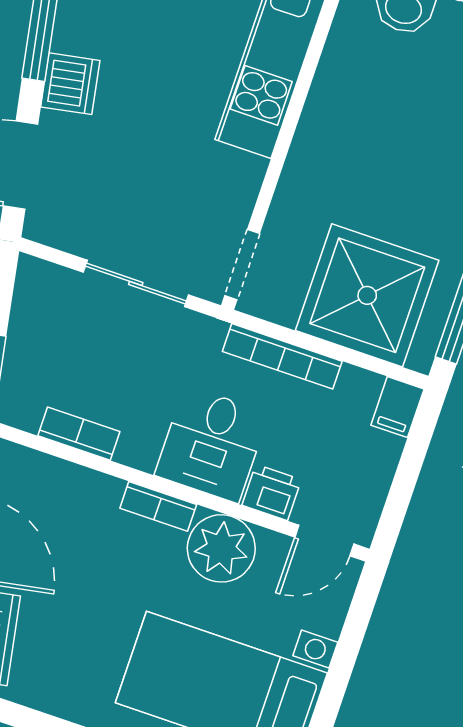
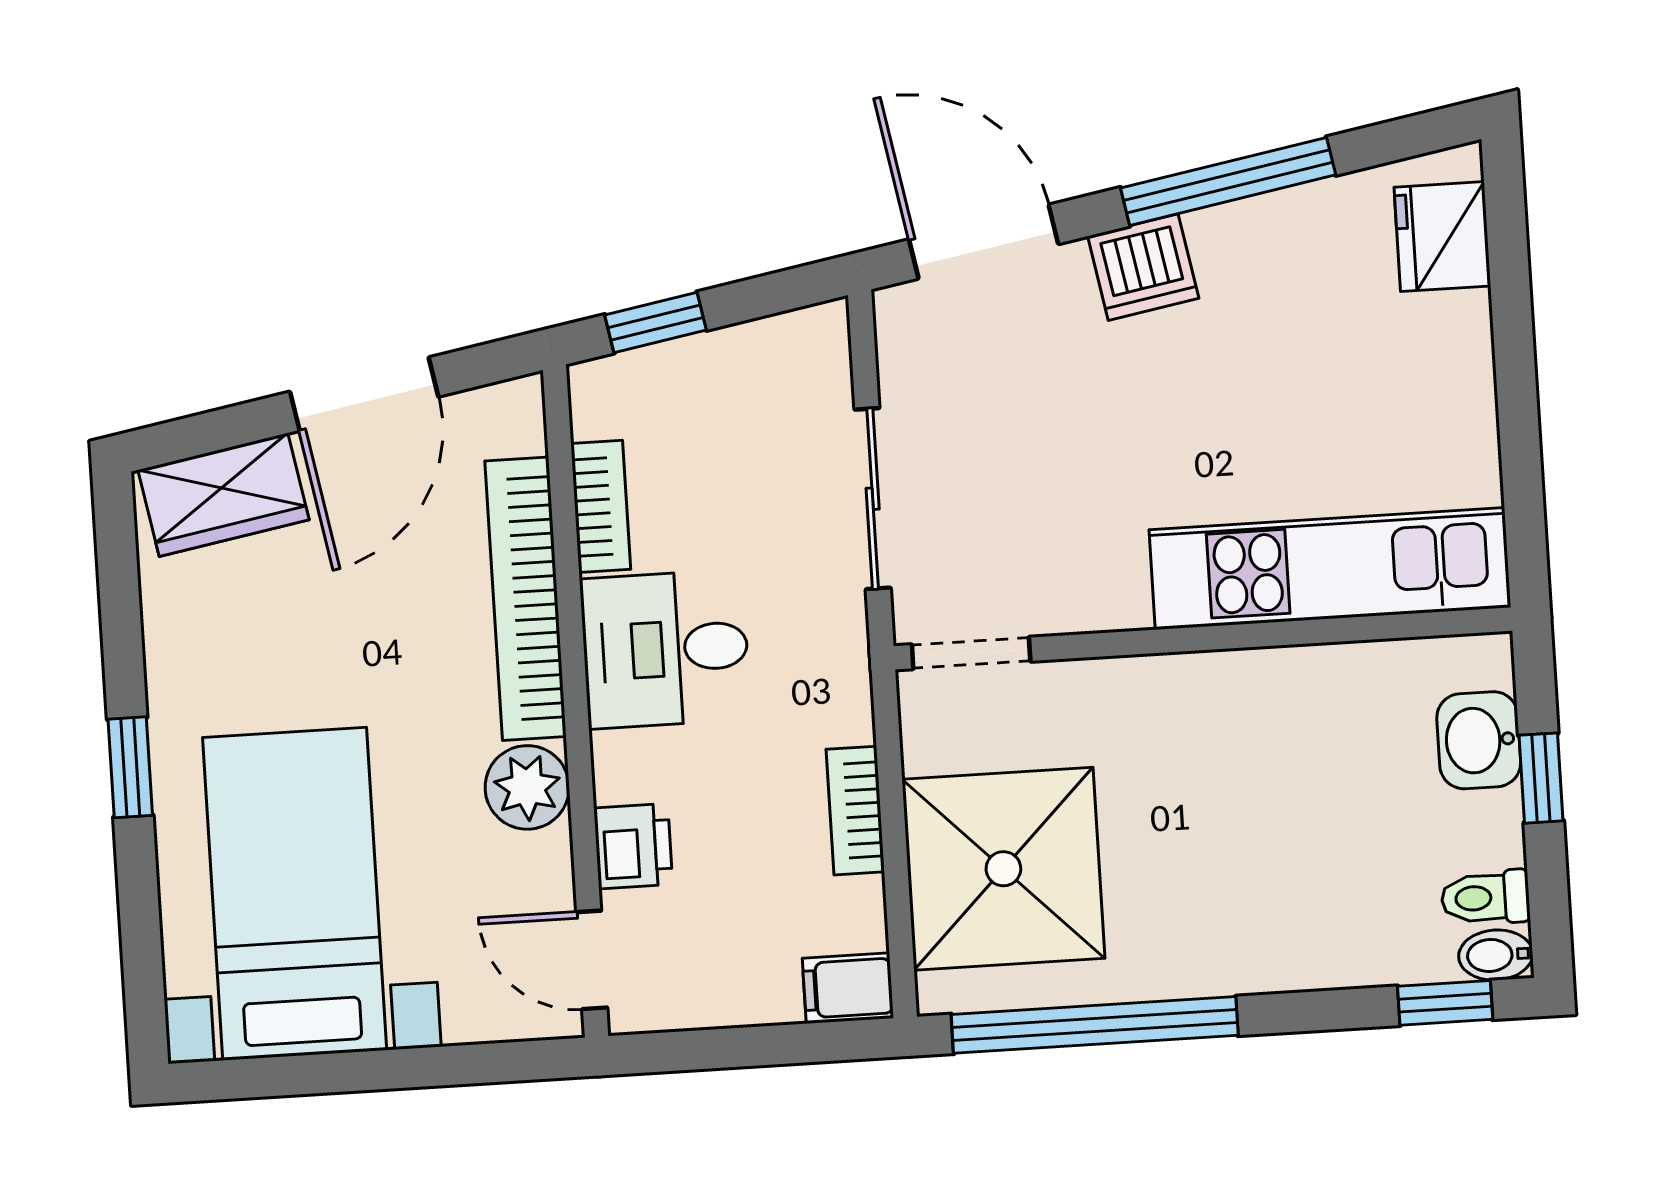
bookcase: (282, 356) -> (855, 811), width x0.64
desk: (212, 444) -> (665, 649), moved
bookcase: (158, 506) -> (525, 599), width x2.31, depth x1.31
plant: (221, 548) -> (527, 787), width x0.73, depth x0.73

